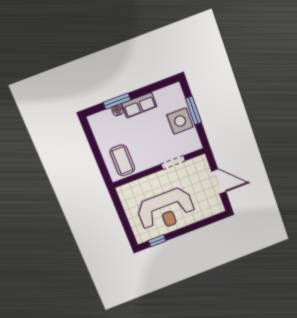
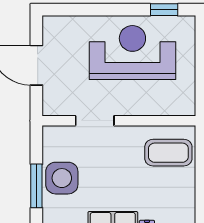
coffee table: (122, 160) -> (168, 153), turned 90

